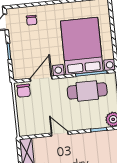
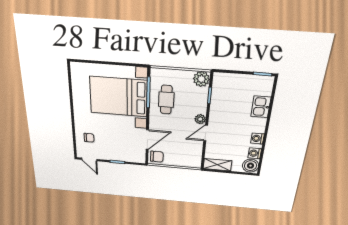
door: (41, 79) -> (147, 140), swing flipped
cafe table: (87, 91) -> (166, 100), width x0.73, depth x0.74
plant: (73, 126) -> (200, 119), added

